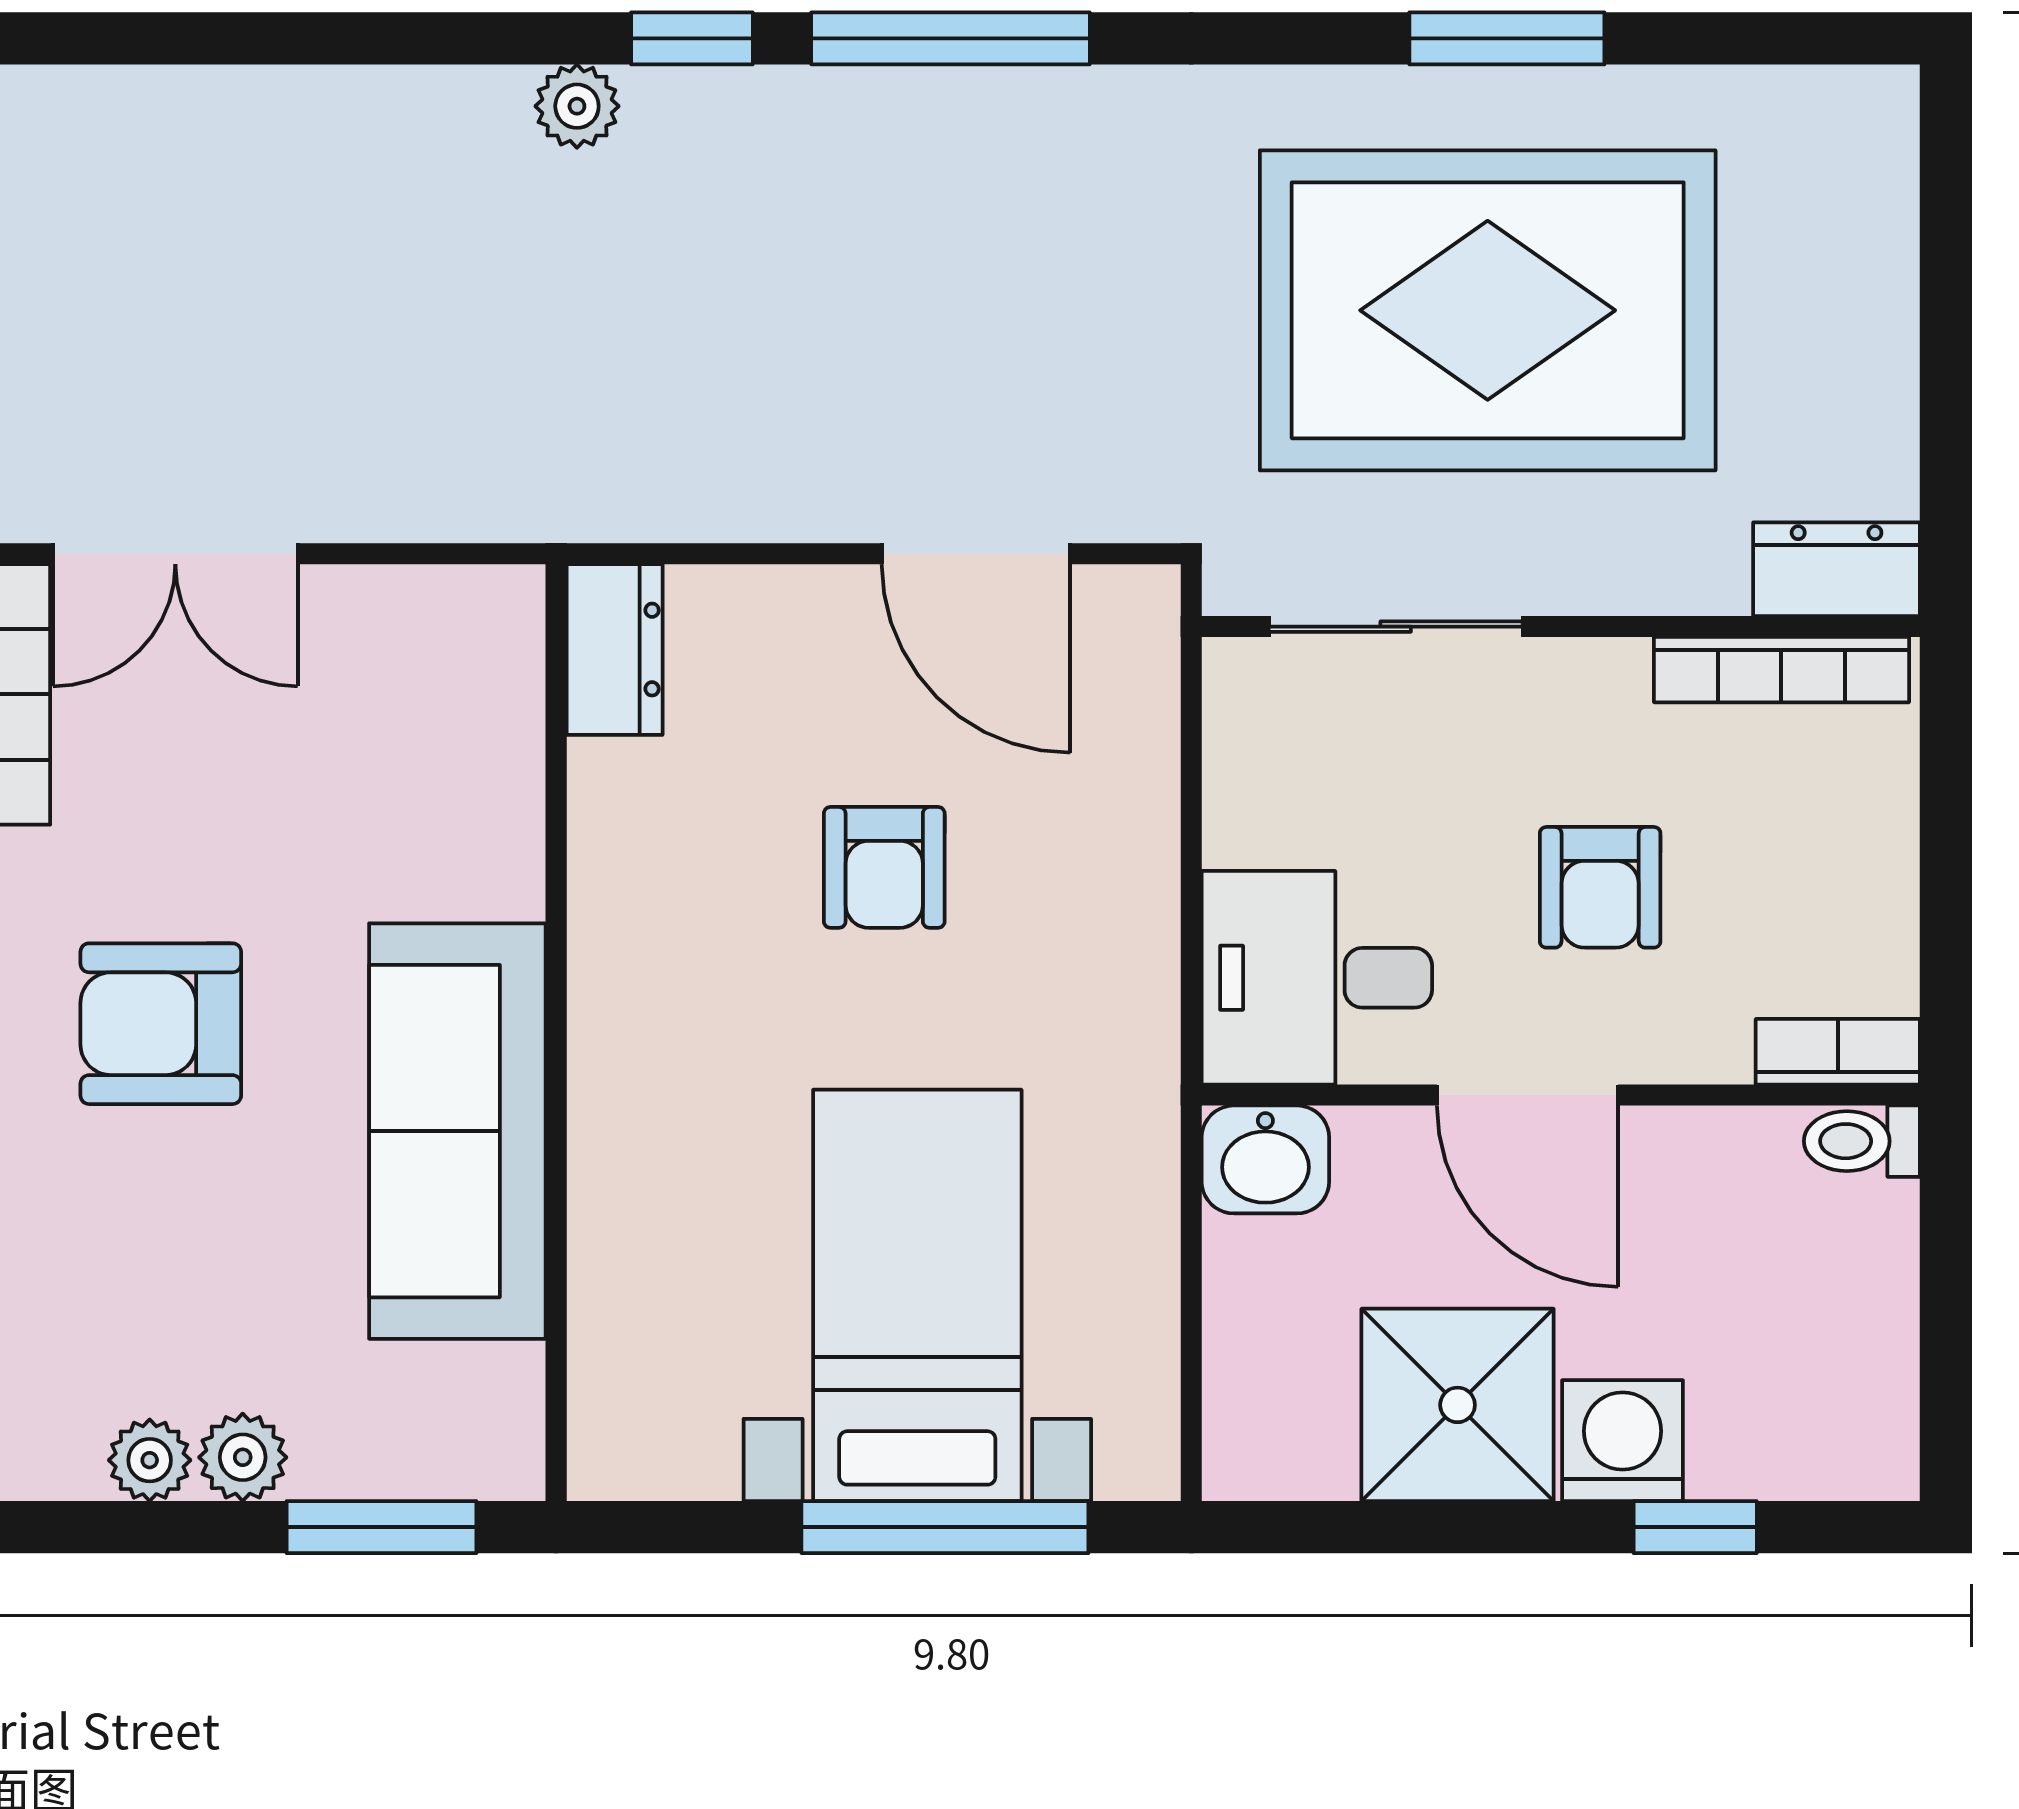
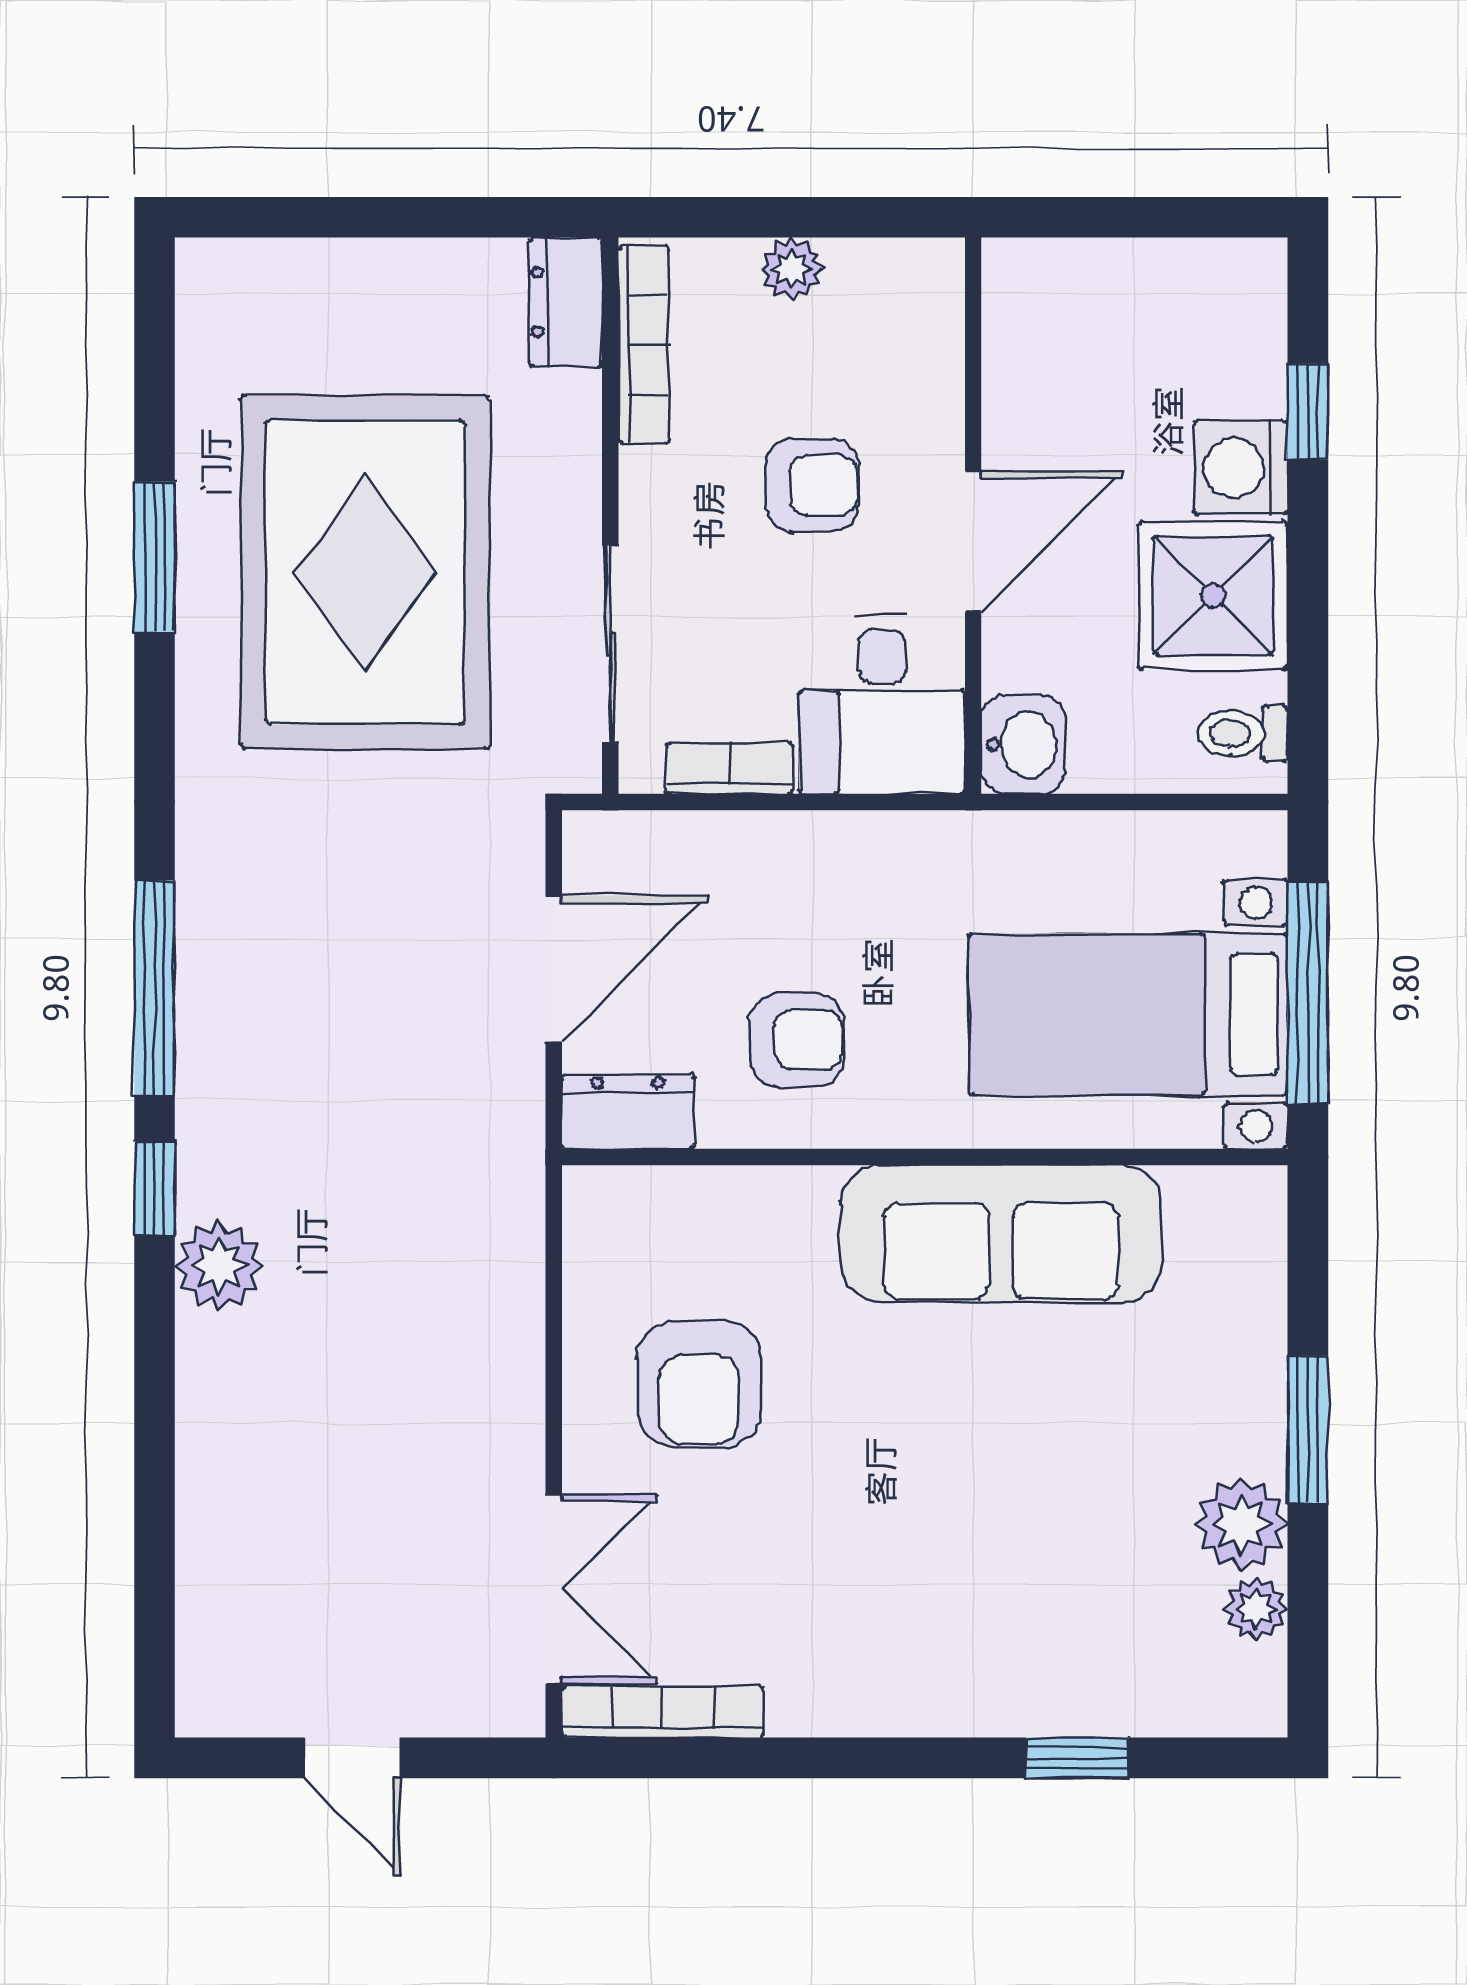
plant: (577, 106) -> (219, 1266), width x1.38, depth x1.38
dresser: (615, 650) -> (628, 1112), moved
plant: (1879, 861) -> (791, 269), added
armchair: (161, 1024) -> (699, 1384), moved
wall: (556, 1033) -> (925, 1157), moved
bookcase: (1838, 1052) -> (729, 769), moved, turned 90
sofa: (457, 1131) -> (1001, 1233), moved
toilet: (1862, 1141) -> (1243, 733), moved, turned 90
plant: (243, 1457) -> (1241, 1524), width x1.38, depth x1.38

